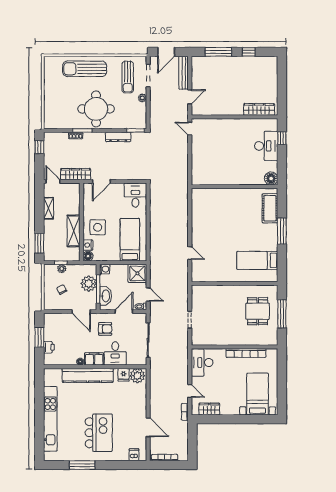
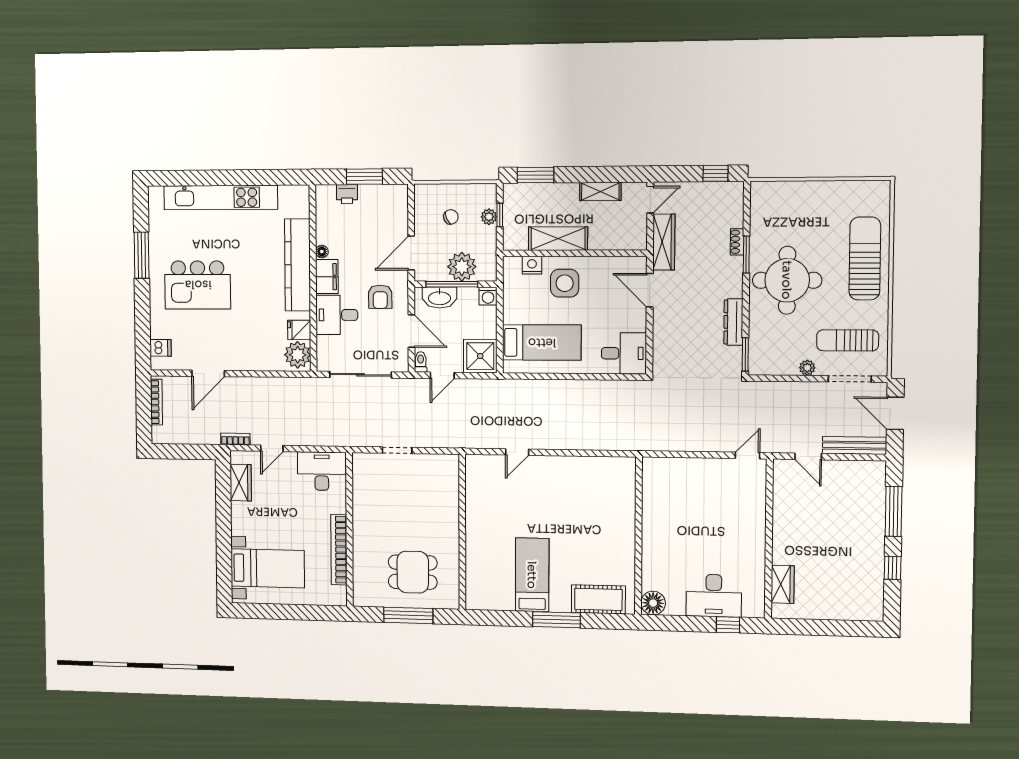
wardrobe: (259, 109) -> (783, 584), width x0.67
floor lamp: (88, 256) -> (512, 265), removed
bed: (257, 260) -> (532, 575), moved

